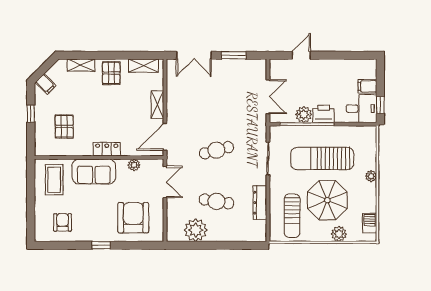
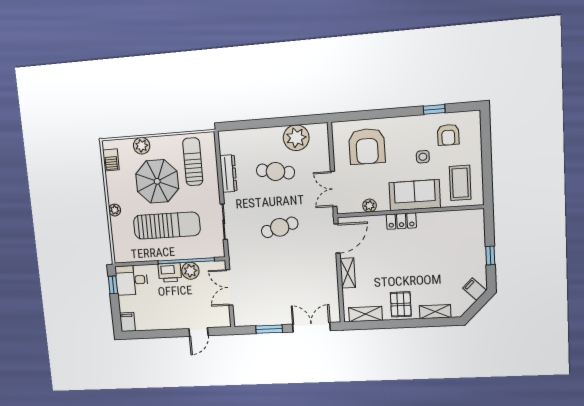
filing cabinet: (367, 86) -> (127, 322), moved, turned -90
pallet: (64, 126) -> (451, 243), removed
side table: (85, 205) -> (423, 157), added
window: (101, 245) -> (434, 109), moved

